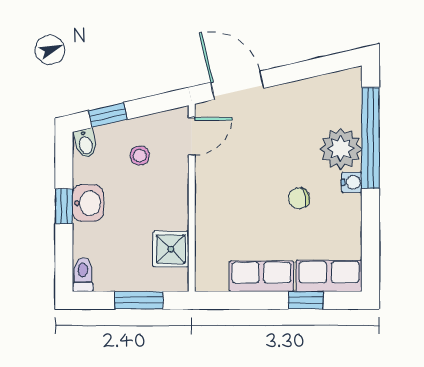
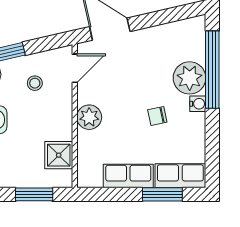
plant: (211, 200) -> (89, 117), added
window: (306, 300) -> (162, 194), width x1.50

